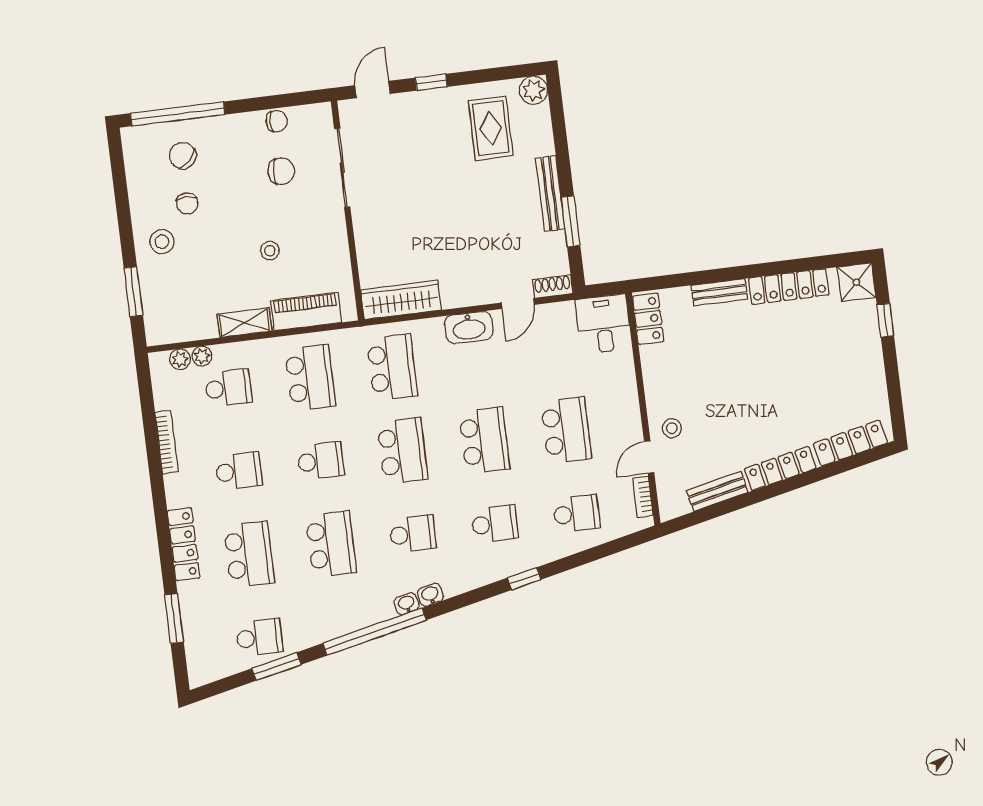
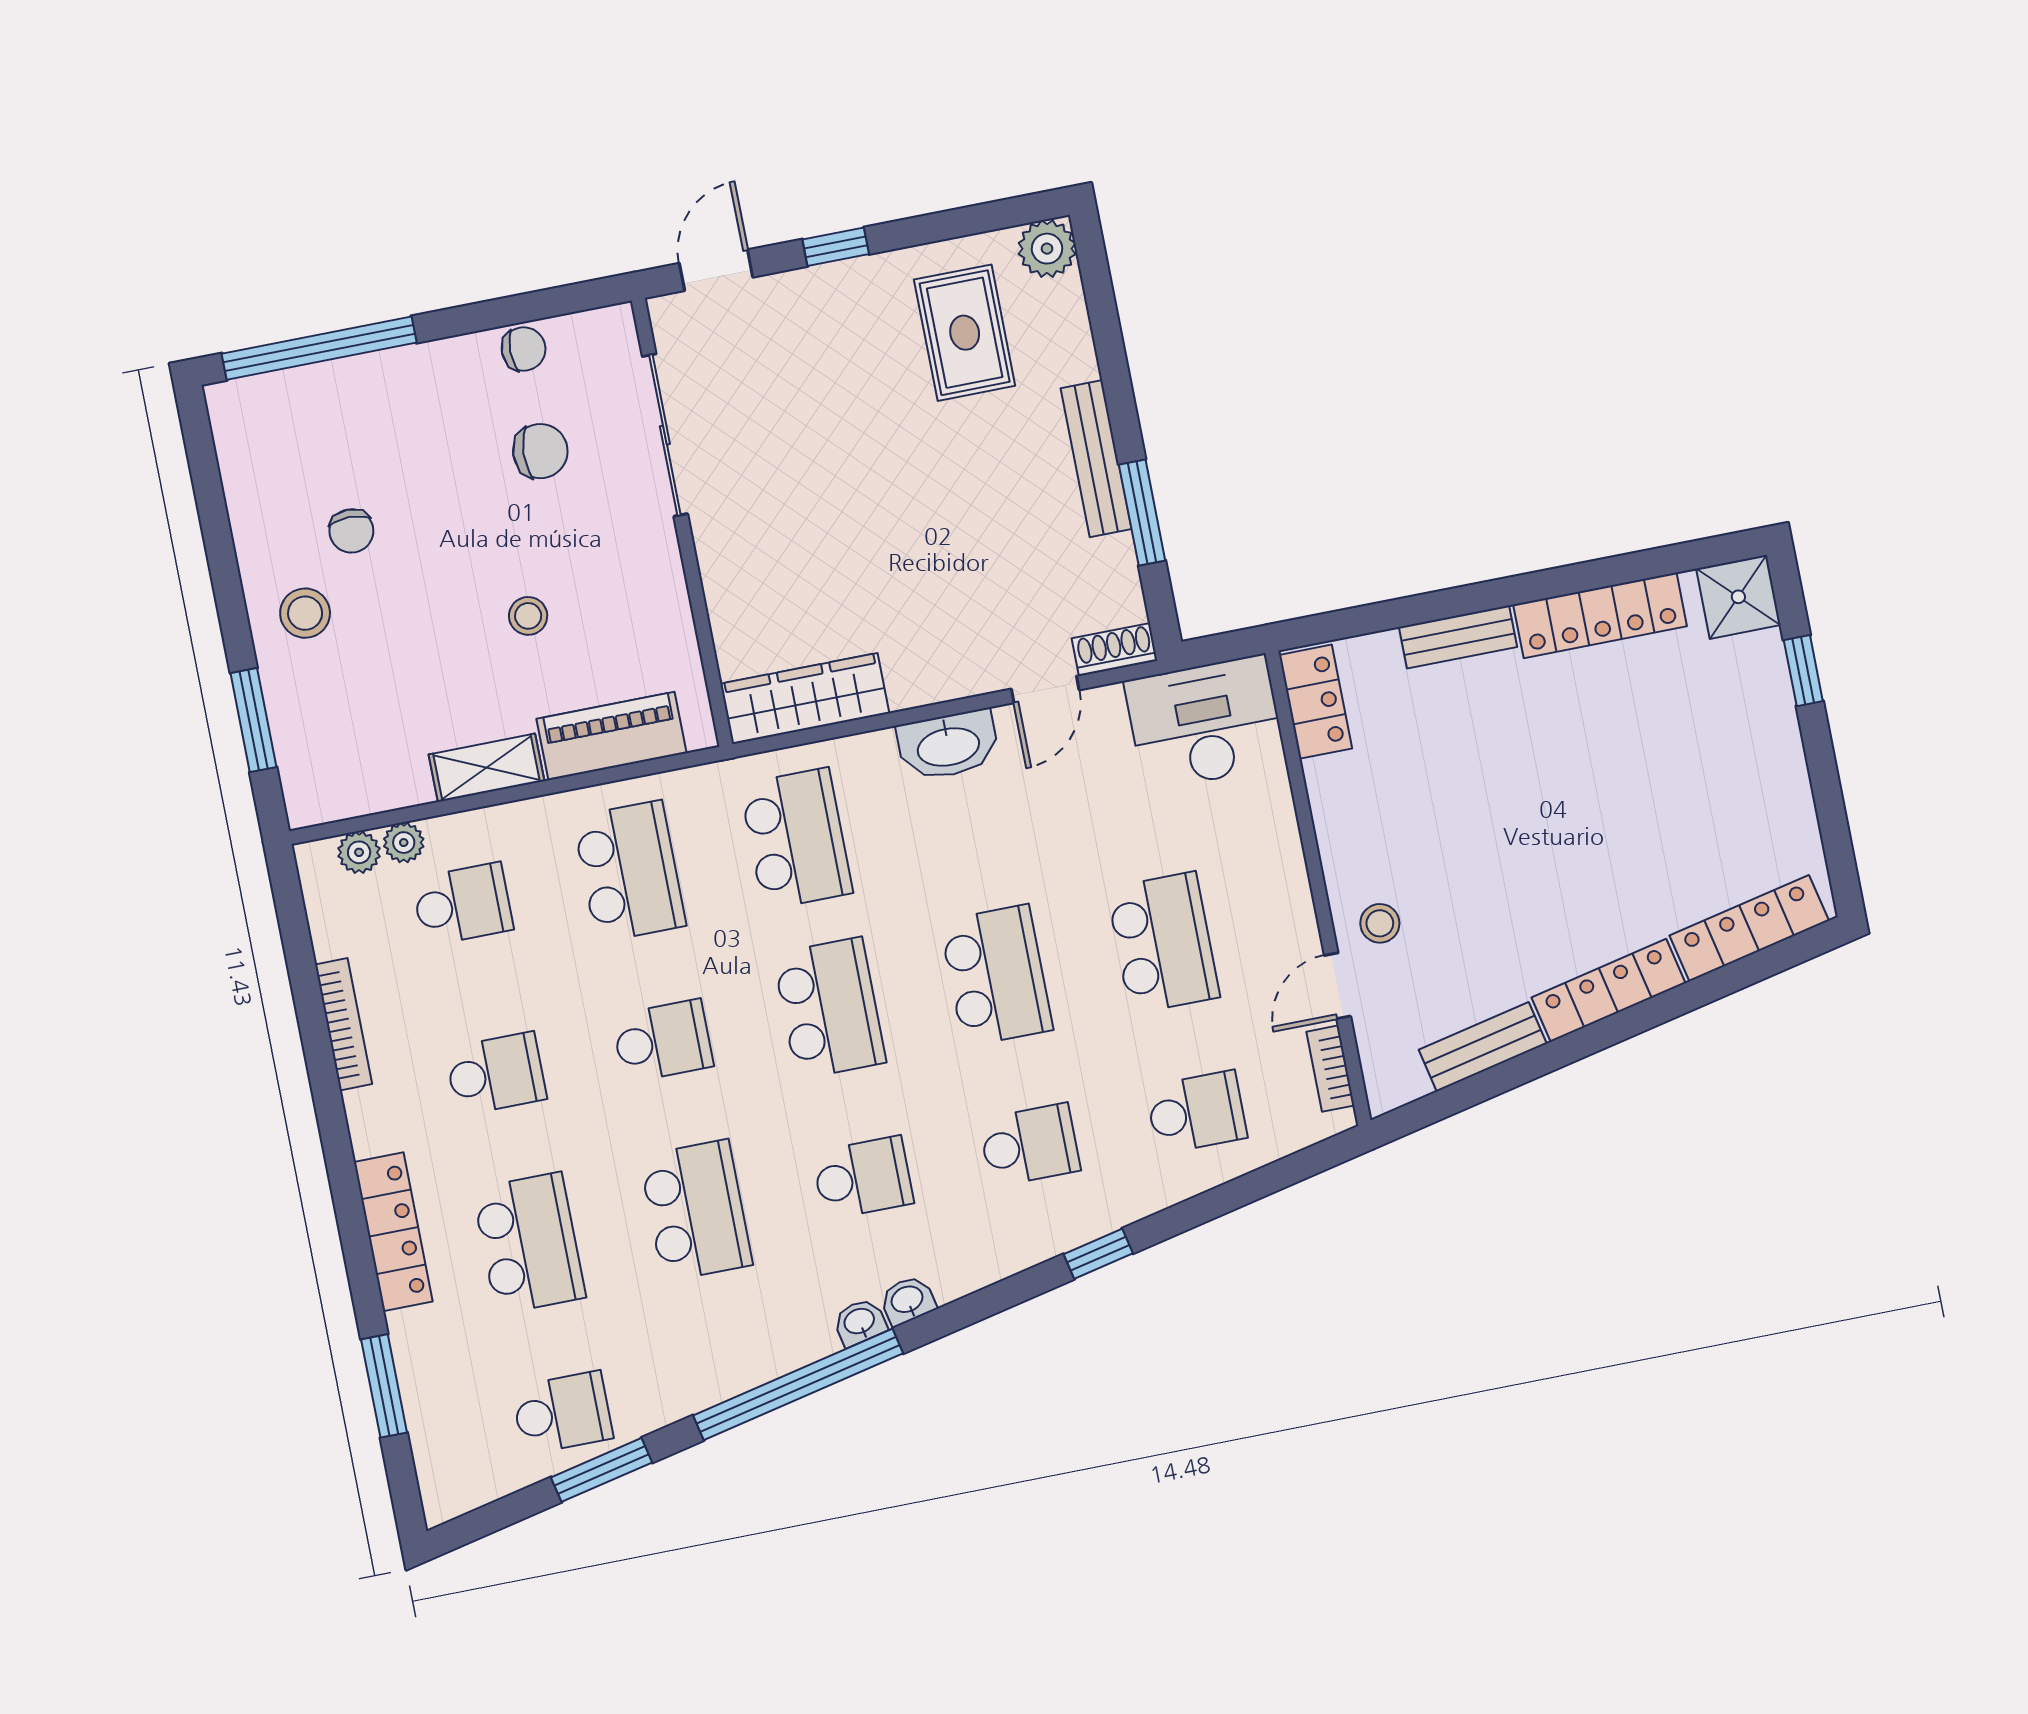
chair: (183, 156) -> (335, 433), removed
desk: (604, 324) -> (1205, 723), width x1.37

